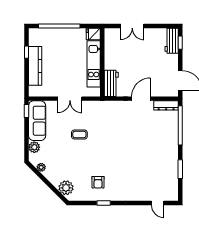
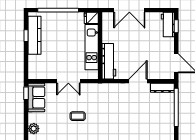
double door: (132, 26) -> (129, 10), width x1.37
kitchen counter: (35, 66) -> (34, 35), moved
workbench: (111, 83) -> (109, 61), width x1.38
sofa: (37, 121) -> (36, 98), width x0.73

